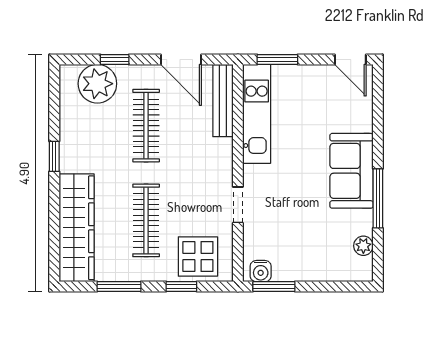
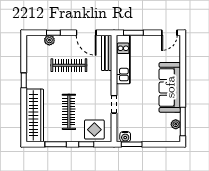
door: (350, 60) -> (169, 33), hinge flipped
plant: (97, 84) -> (49, 40), width x0.53, depth x0.53
clothes rail: (146, 126) -> (69, 65), turned 90
sofa: (351, 171) -> (170, 87), width x1.36
window: (378, 198) -> (183, 121), moved

